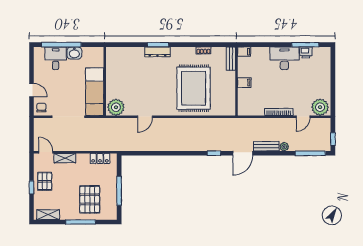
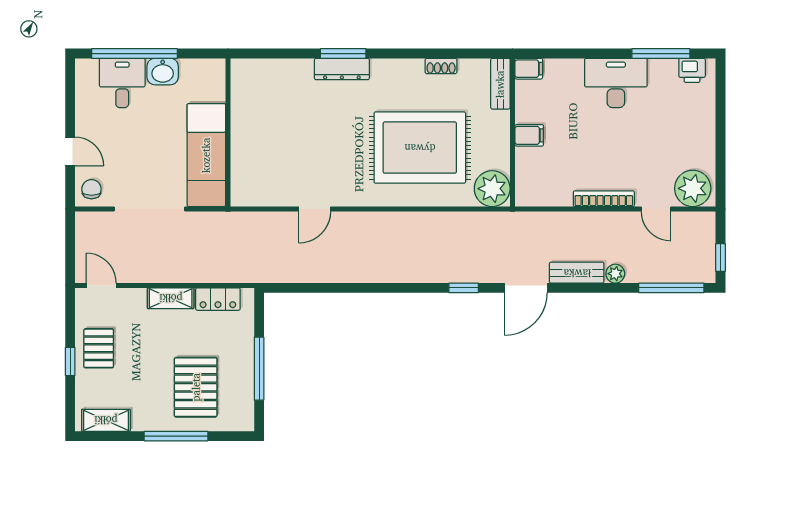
printer: (306, 52) -> (692, 70), moved
rug: (194, 88) -> (420, 148), turned 90
plant: (116, 107) -> (492, 189), moved
door: (303, 117) -> (656, 209), hinge flipped
shelving: (65, 158) -> (171, 298), moved

